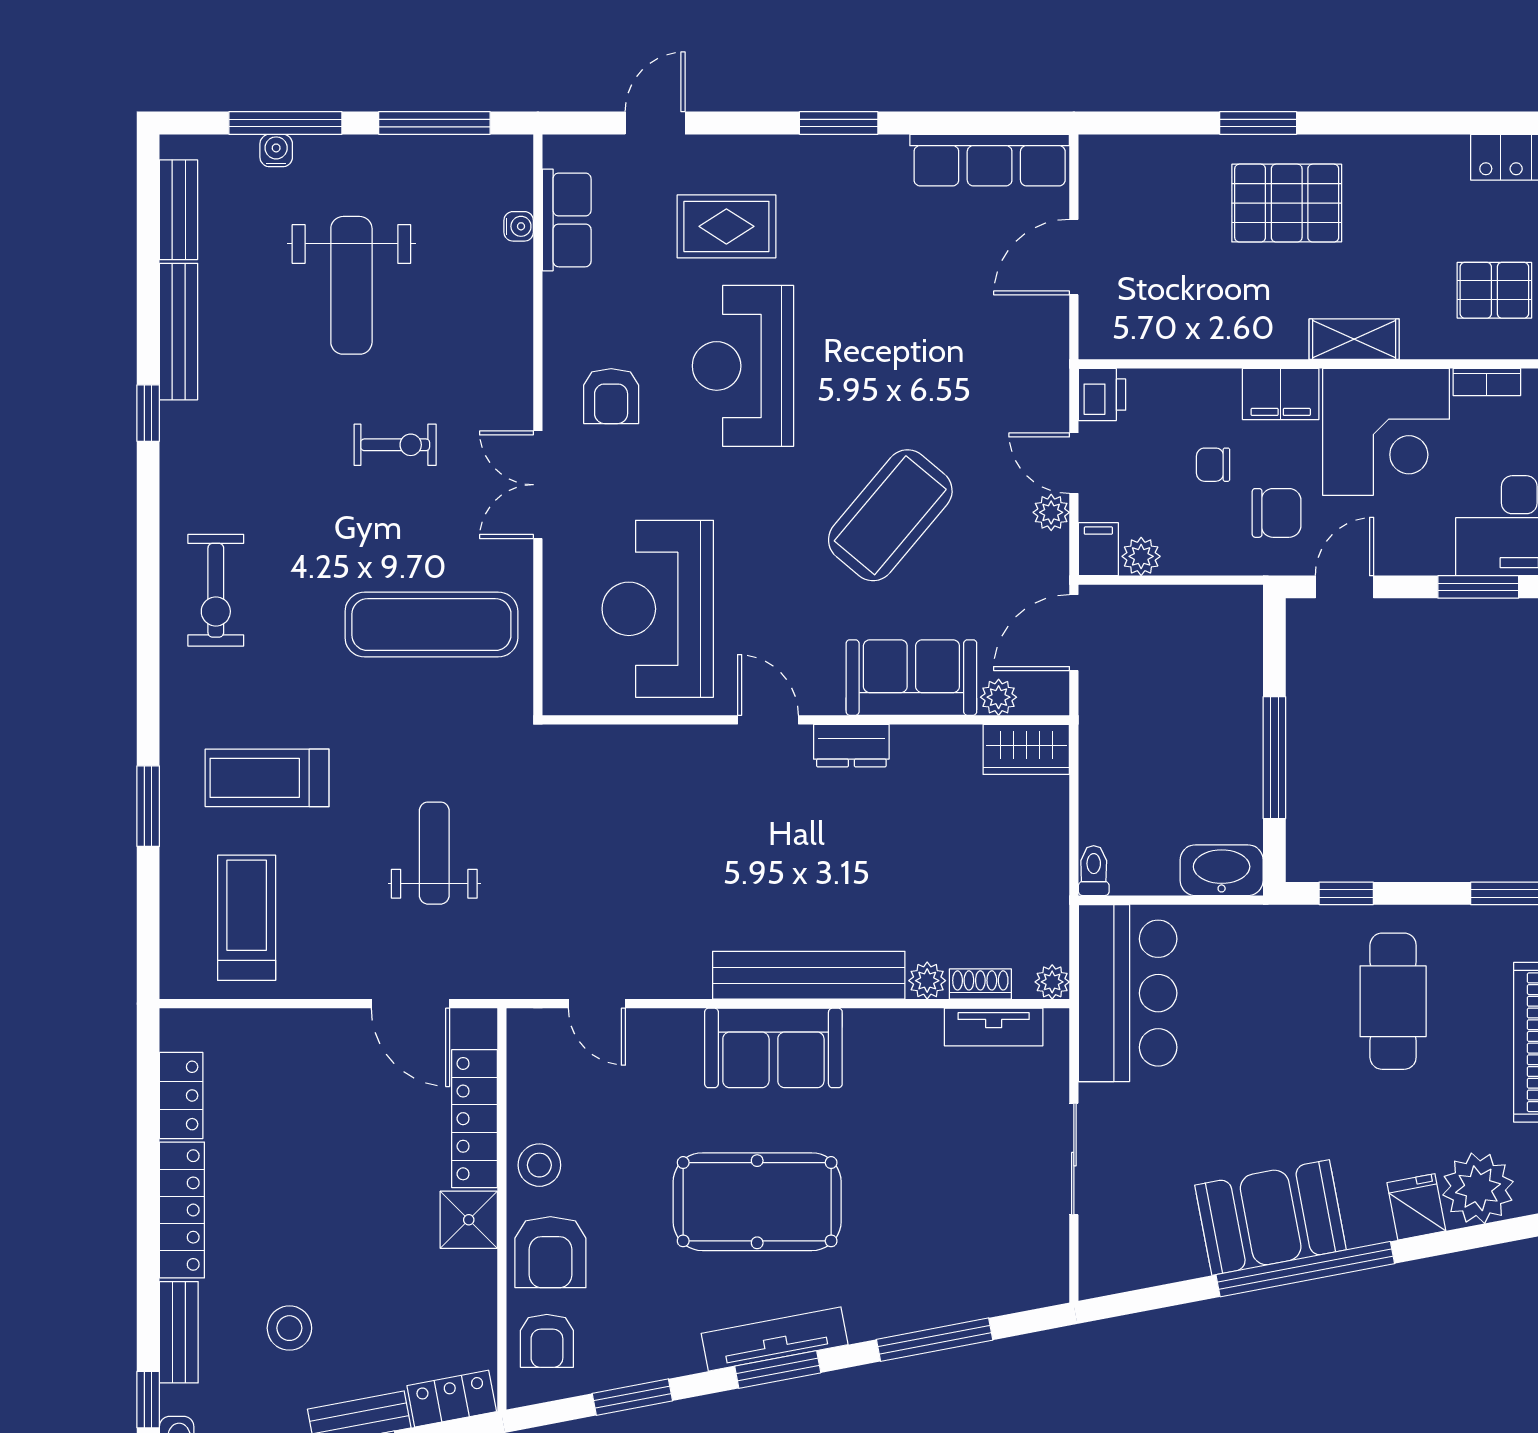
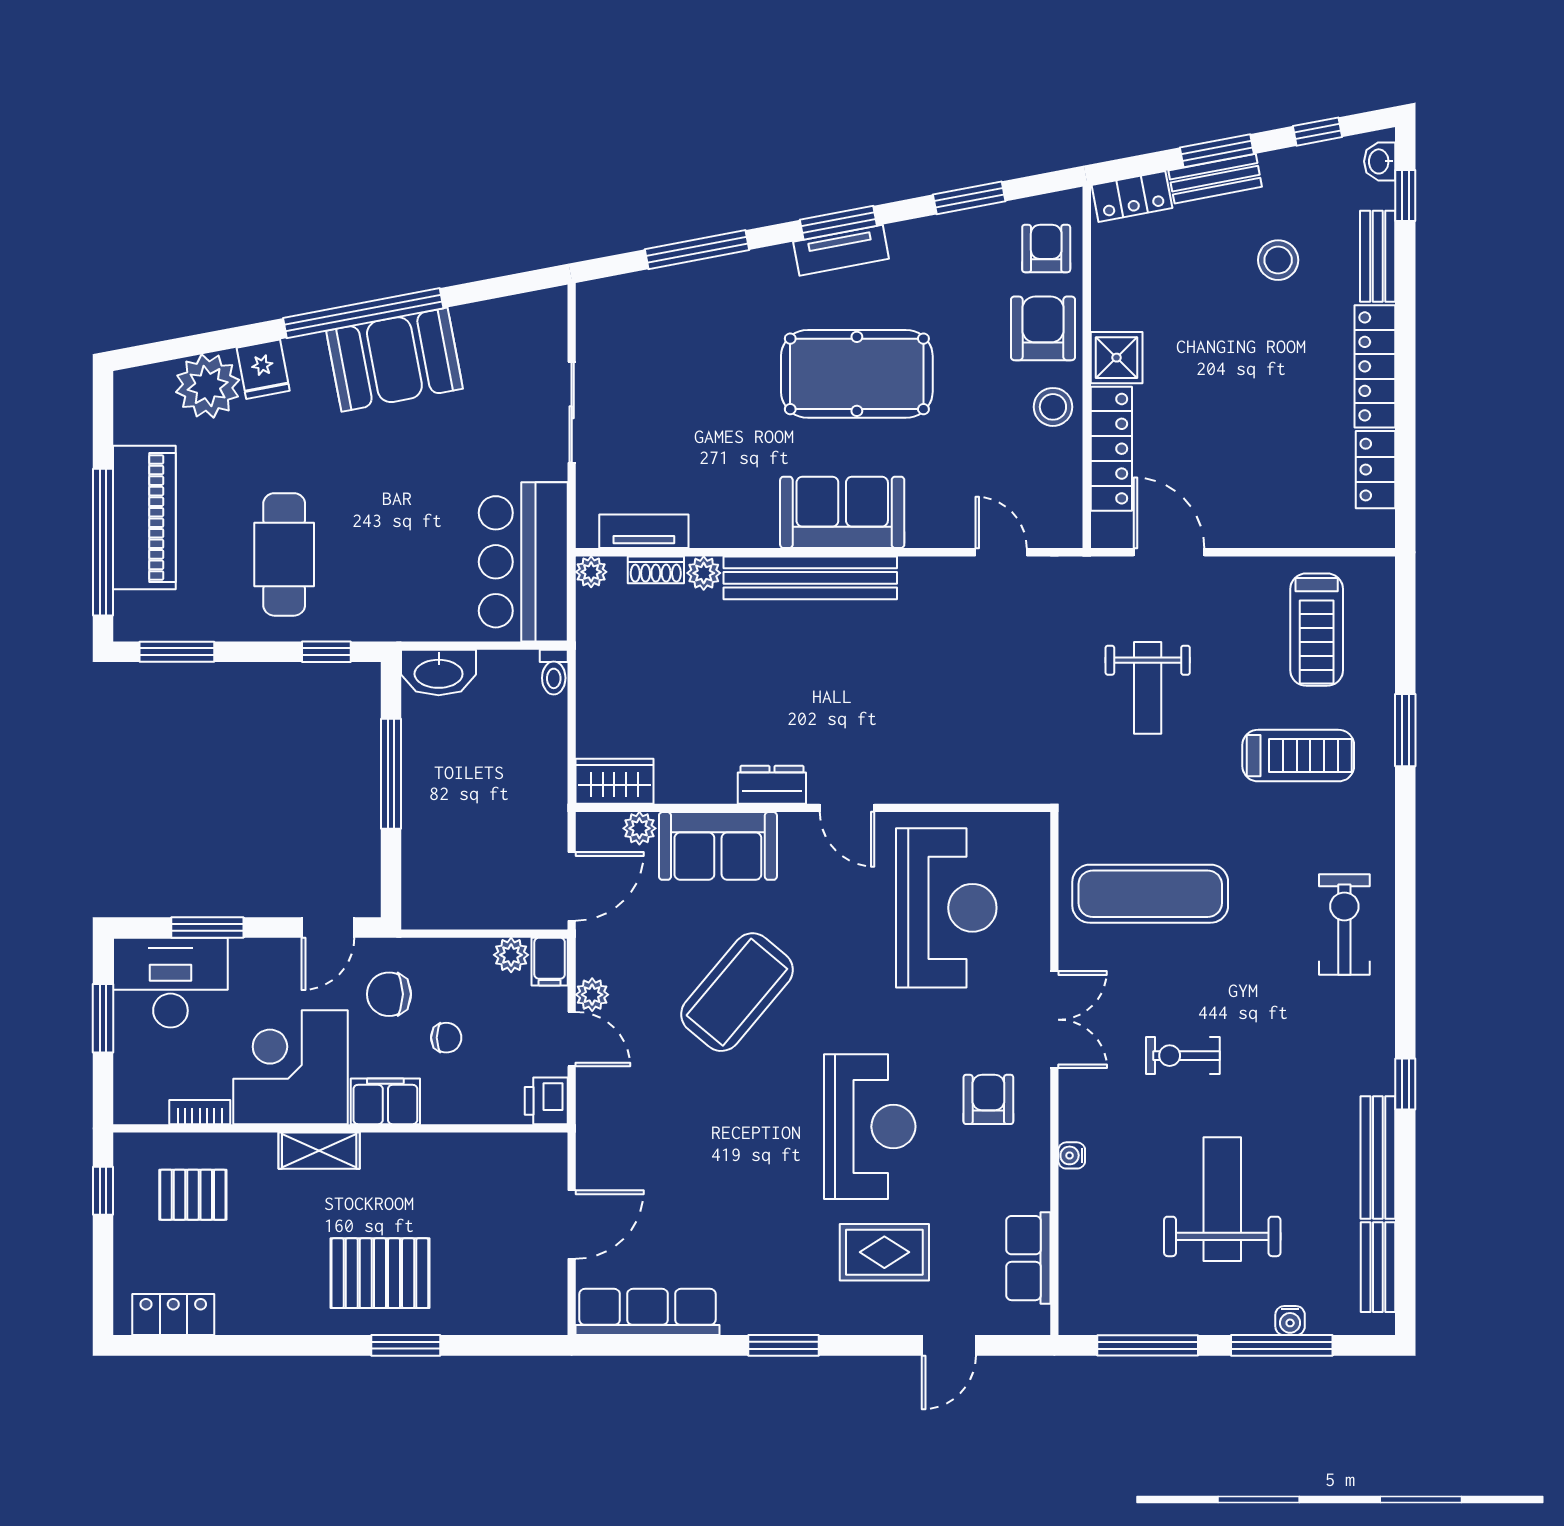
water cooler: (519, 226) -> (1072, 1155), moved
tv unit: (775, 1339) -> (841, 250), width x0.71

